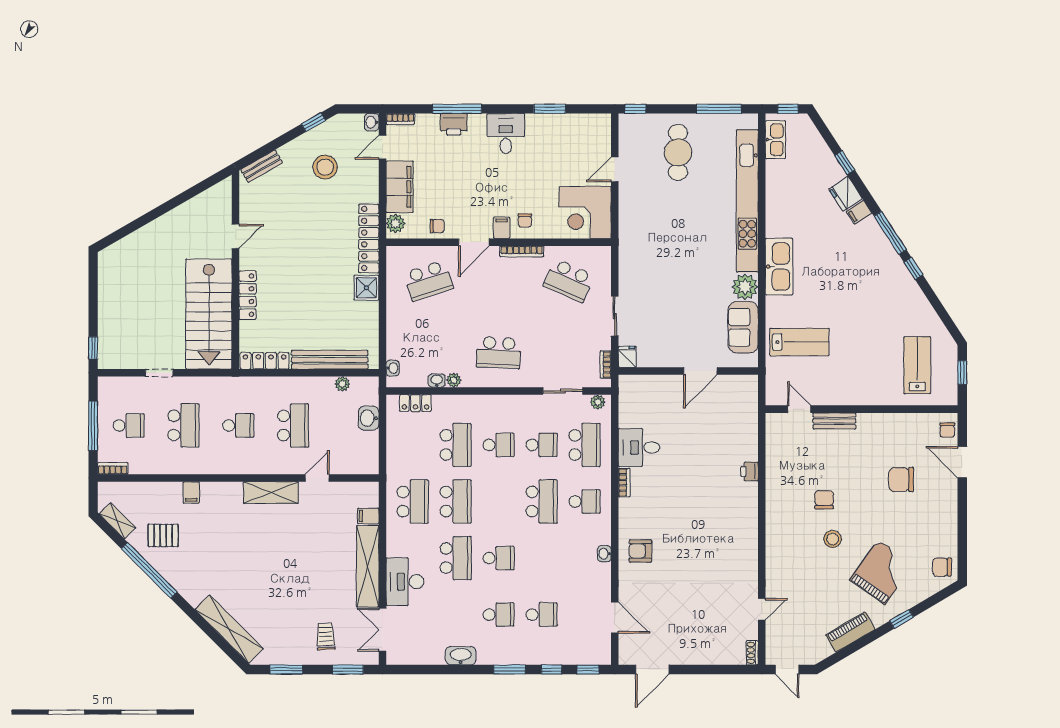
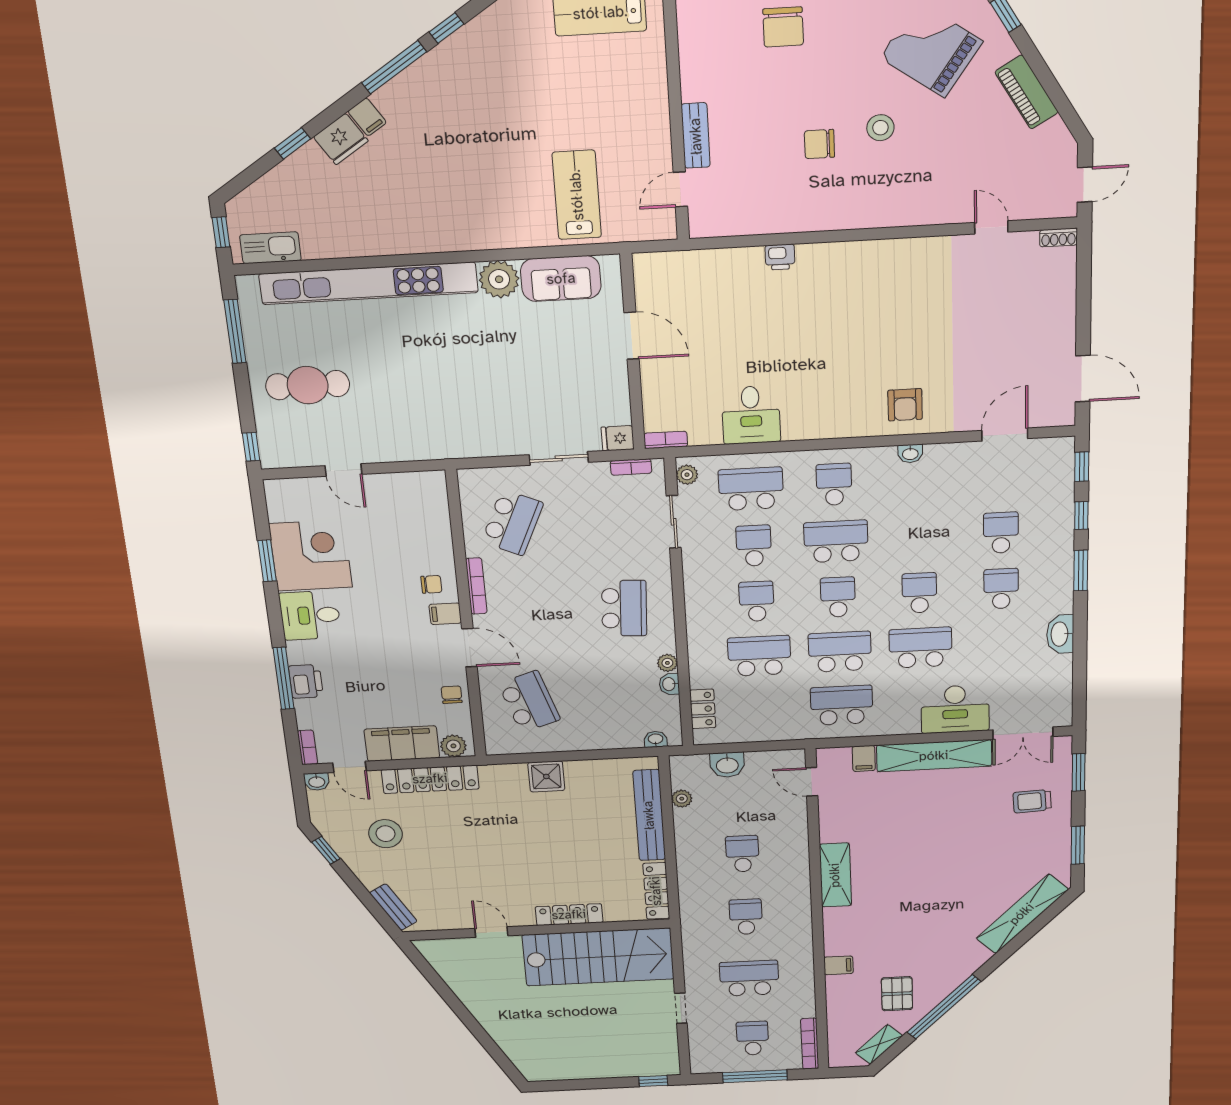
corner desk: (585, 212) -> (311, 555), moved, turned -90
locker: (369, 238) -> (430, 779), moved
kitchen sink: (779, 267) -> (464, 232), removed
school desk: (293, 425) -> (742, 854), width x0.54
bookcase: (113, 468) -> (810, 1044), width x1.56
door: (317, 478) -> (812, 782), moved
bookcase: (624, 483) -> (666, 440), moved
school desk: (499, 502) -> (838, 597), added

